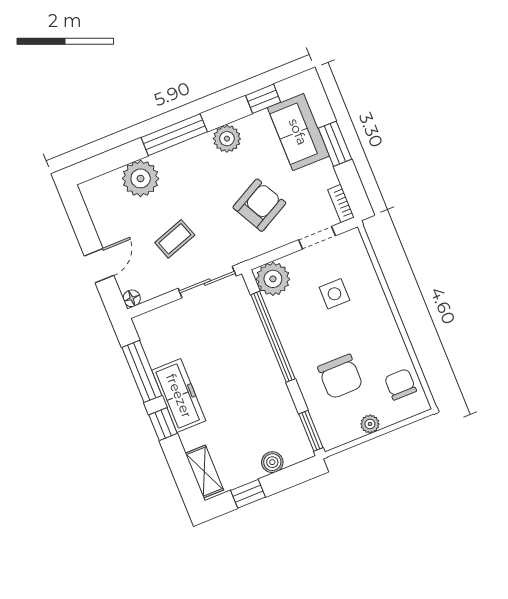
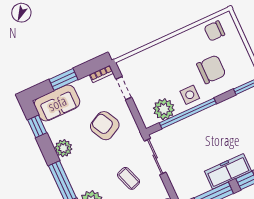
plant: (273, 279) -> (164, 109), moved
side table: (334, 294) -> (190, 95), moved
plant: (370, 424) -> (241, 49), removed

